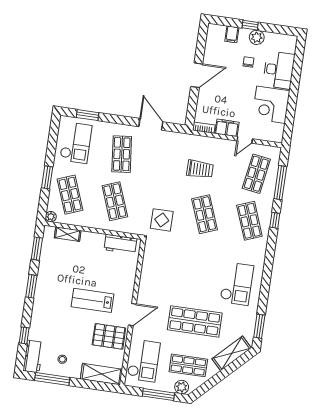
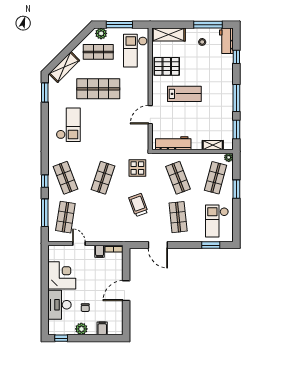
window: (250, 25) -> (61, 338), moved
filing cabinet: (227, 128) -> (100, 251), width x0.50
door: (245, 140) -> (79, 243), hinge flipped
trolley: (200, 169) -> (138, 205), moved, turned 70
shop shelf: (70, 195) -> (216, 178), turned 36
shop shelf: (205, 214) -> (103, 178), turned 39
workbench: (120, 244) -> (173, 143), width x1.38
checkout: (237, 284) -> (68, 125), turned 180
window: (31, 286) -> (236, 98), width x1.44
door: (132, 315) -> (150, 115), moved

